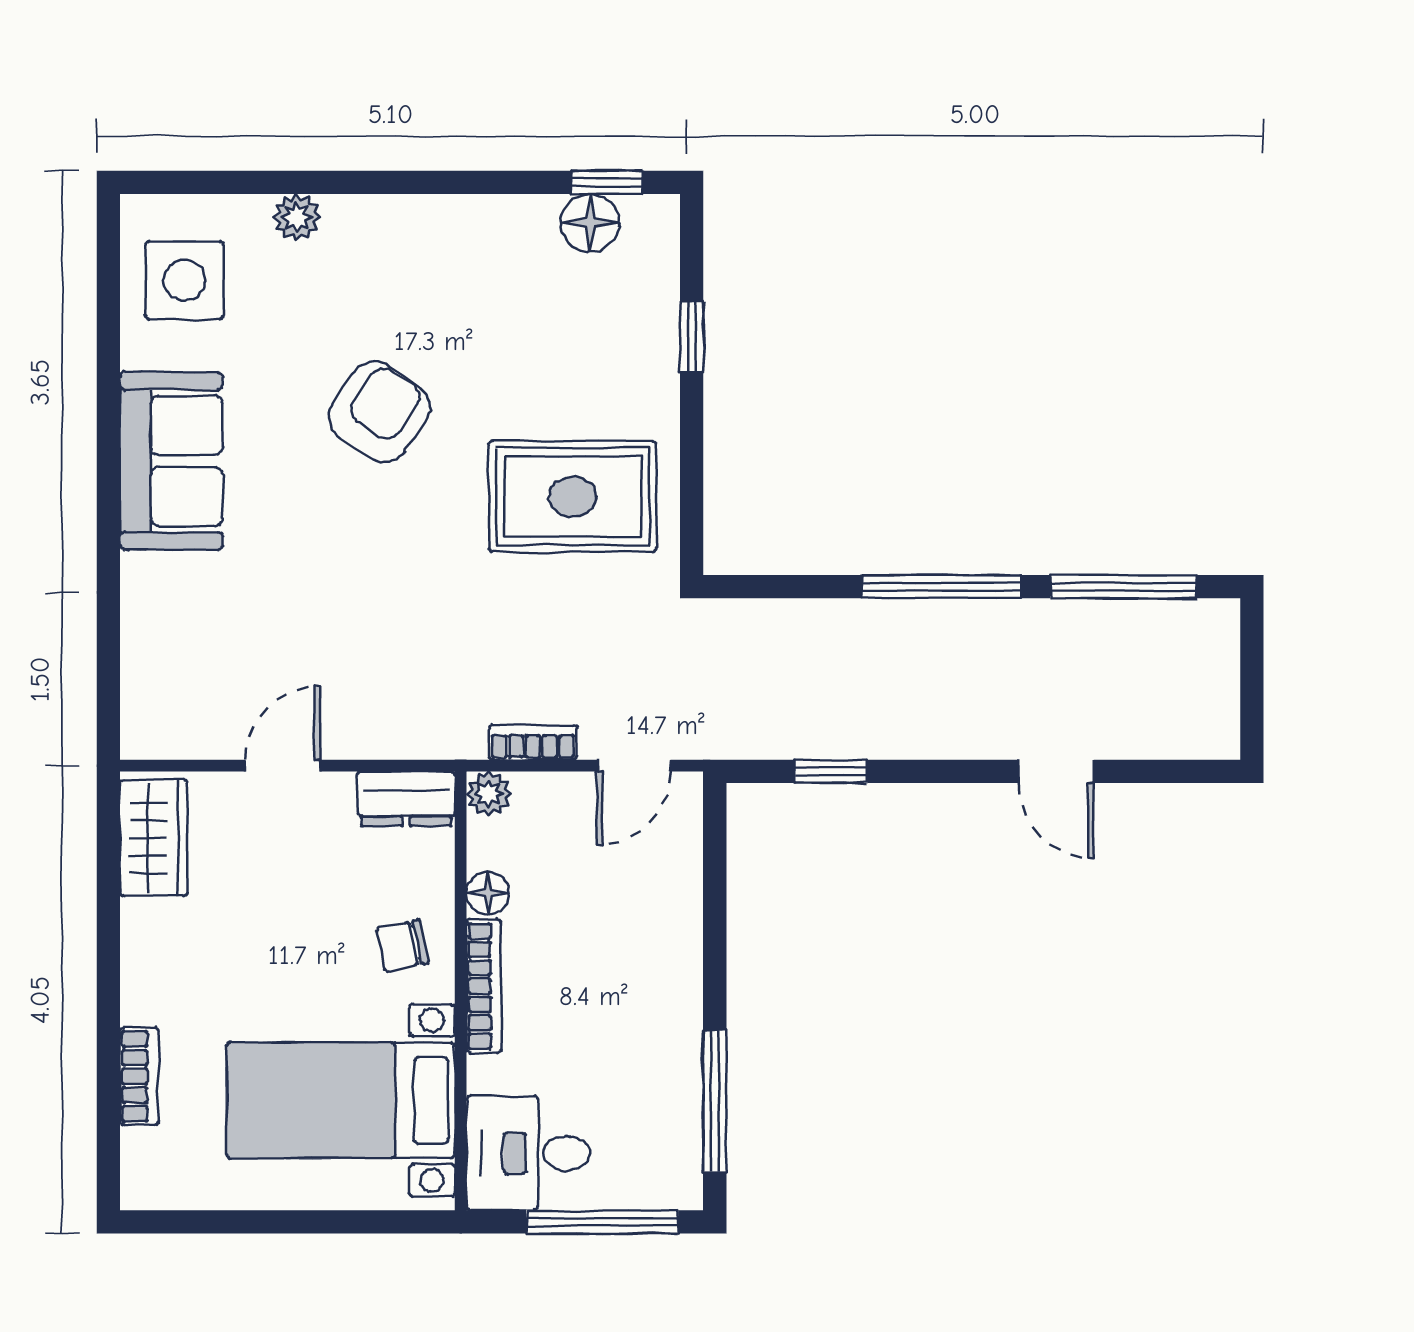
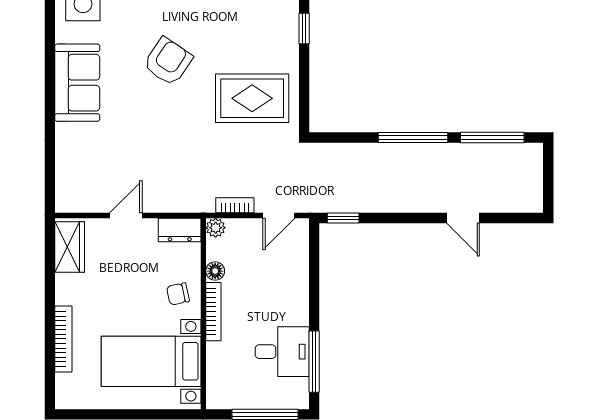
window: (831, 771) -> (343, 218), moved
bookcase: (139, 1076) -> (63, 339), width x1.56
desk: (528, 1153) -> (282, 352), moved, turned 180

